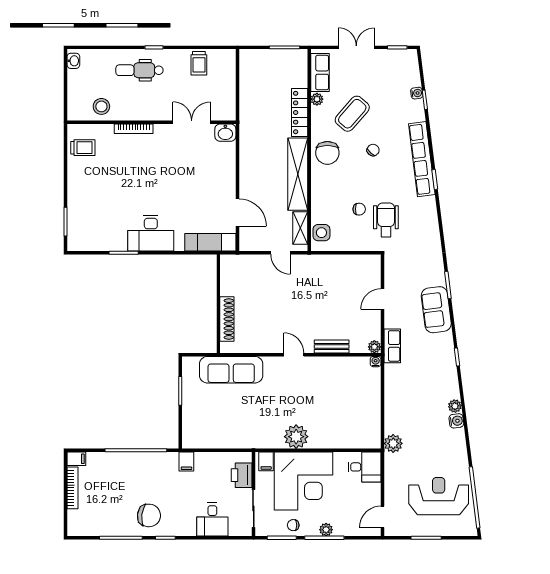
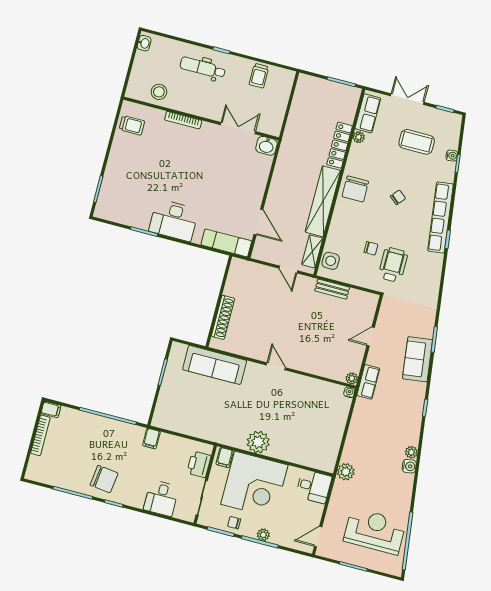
coffee table: (352, 114) -> (417, 142), moved, turned 49
bench: (332, 347) -> (332, 289), moved

